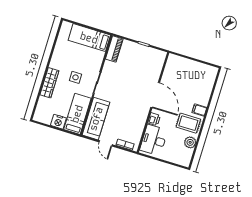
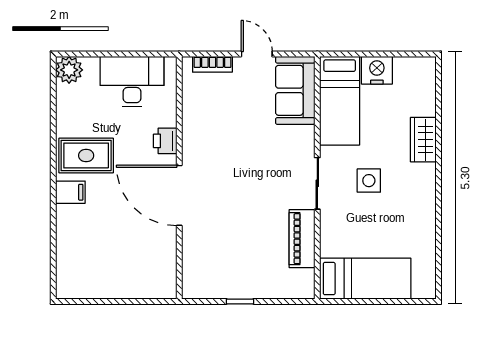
piano: (114, 49) -> (302, 239), moved
wardrobe: (49, 83) -> (423, 140), width x0.67
sofa: (96, 119) -> (295, 90), width x0.73
desk: (154, 140) -> (132, 81), moved, turned -90
plant: (190, 142) -> (69, 70), moved

